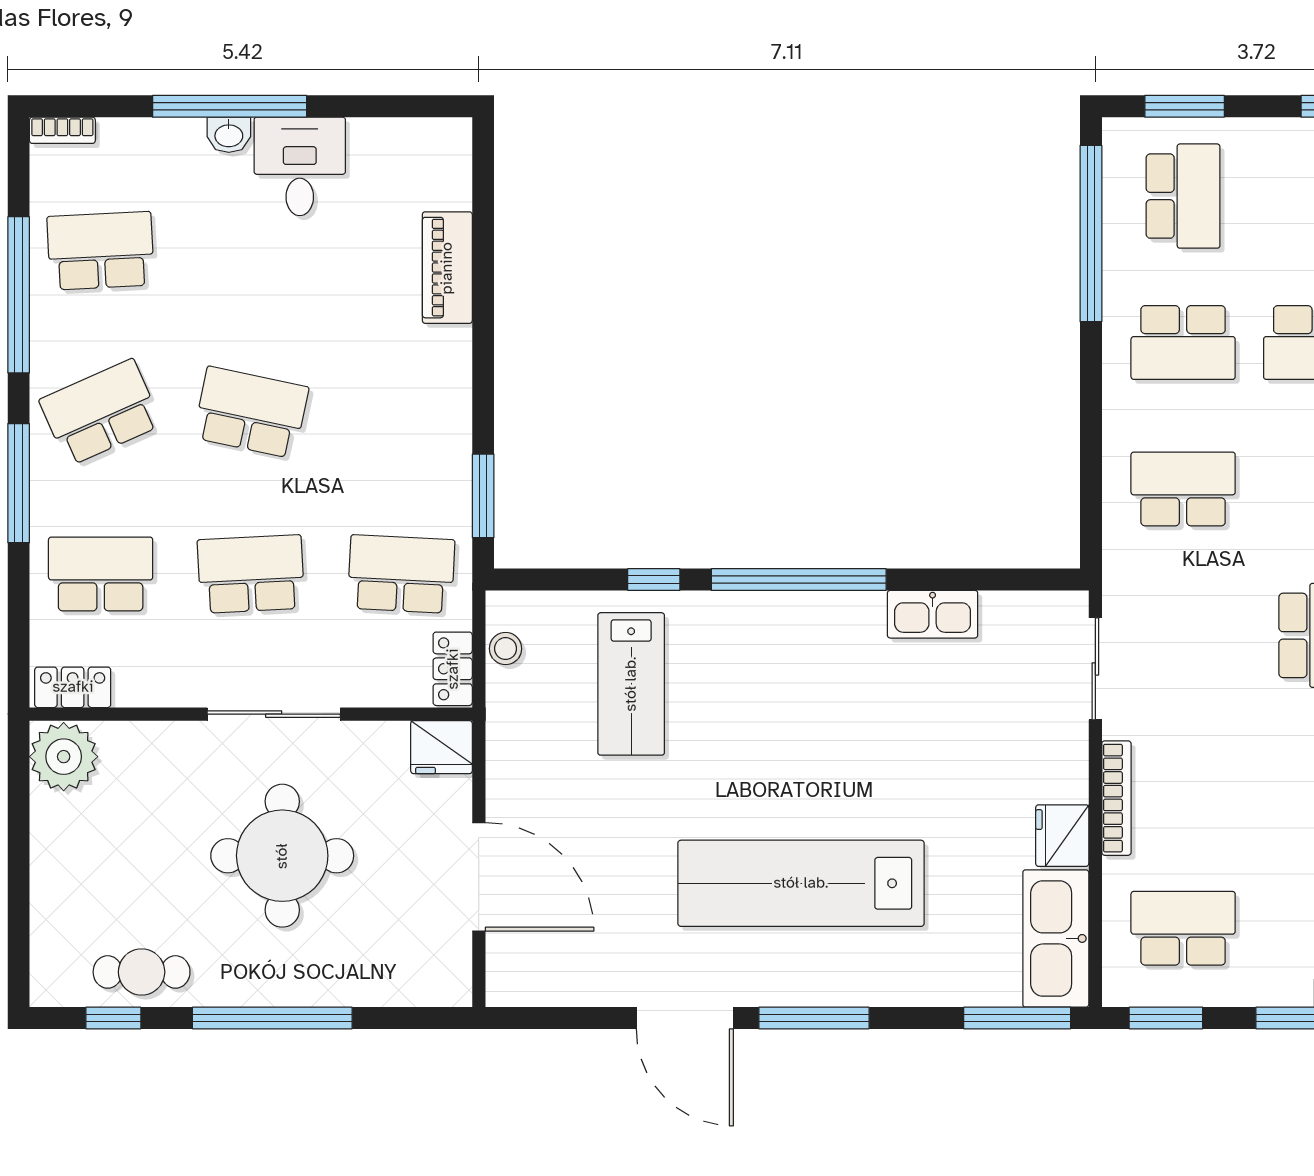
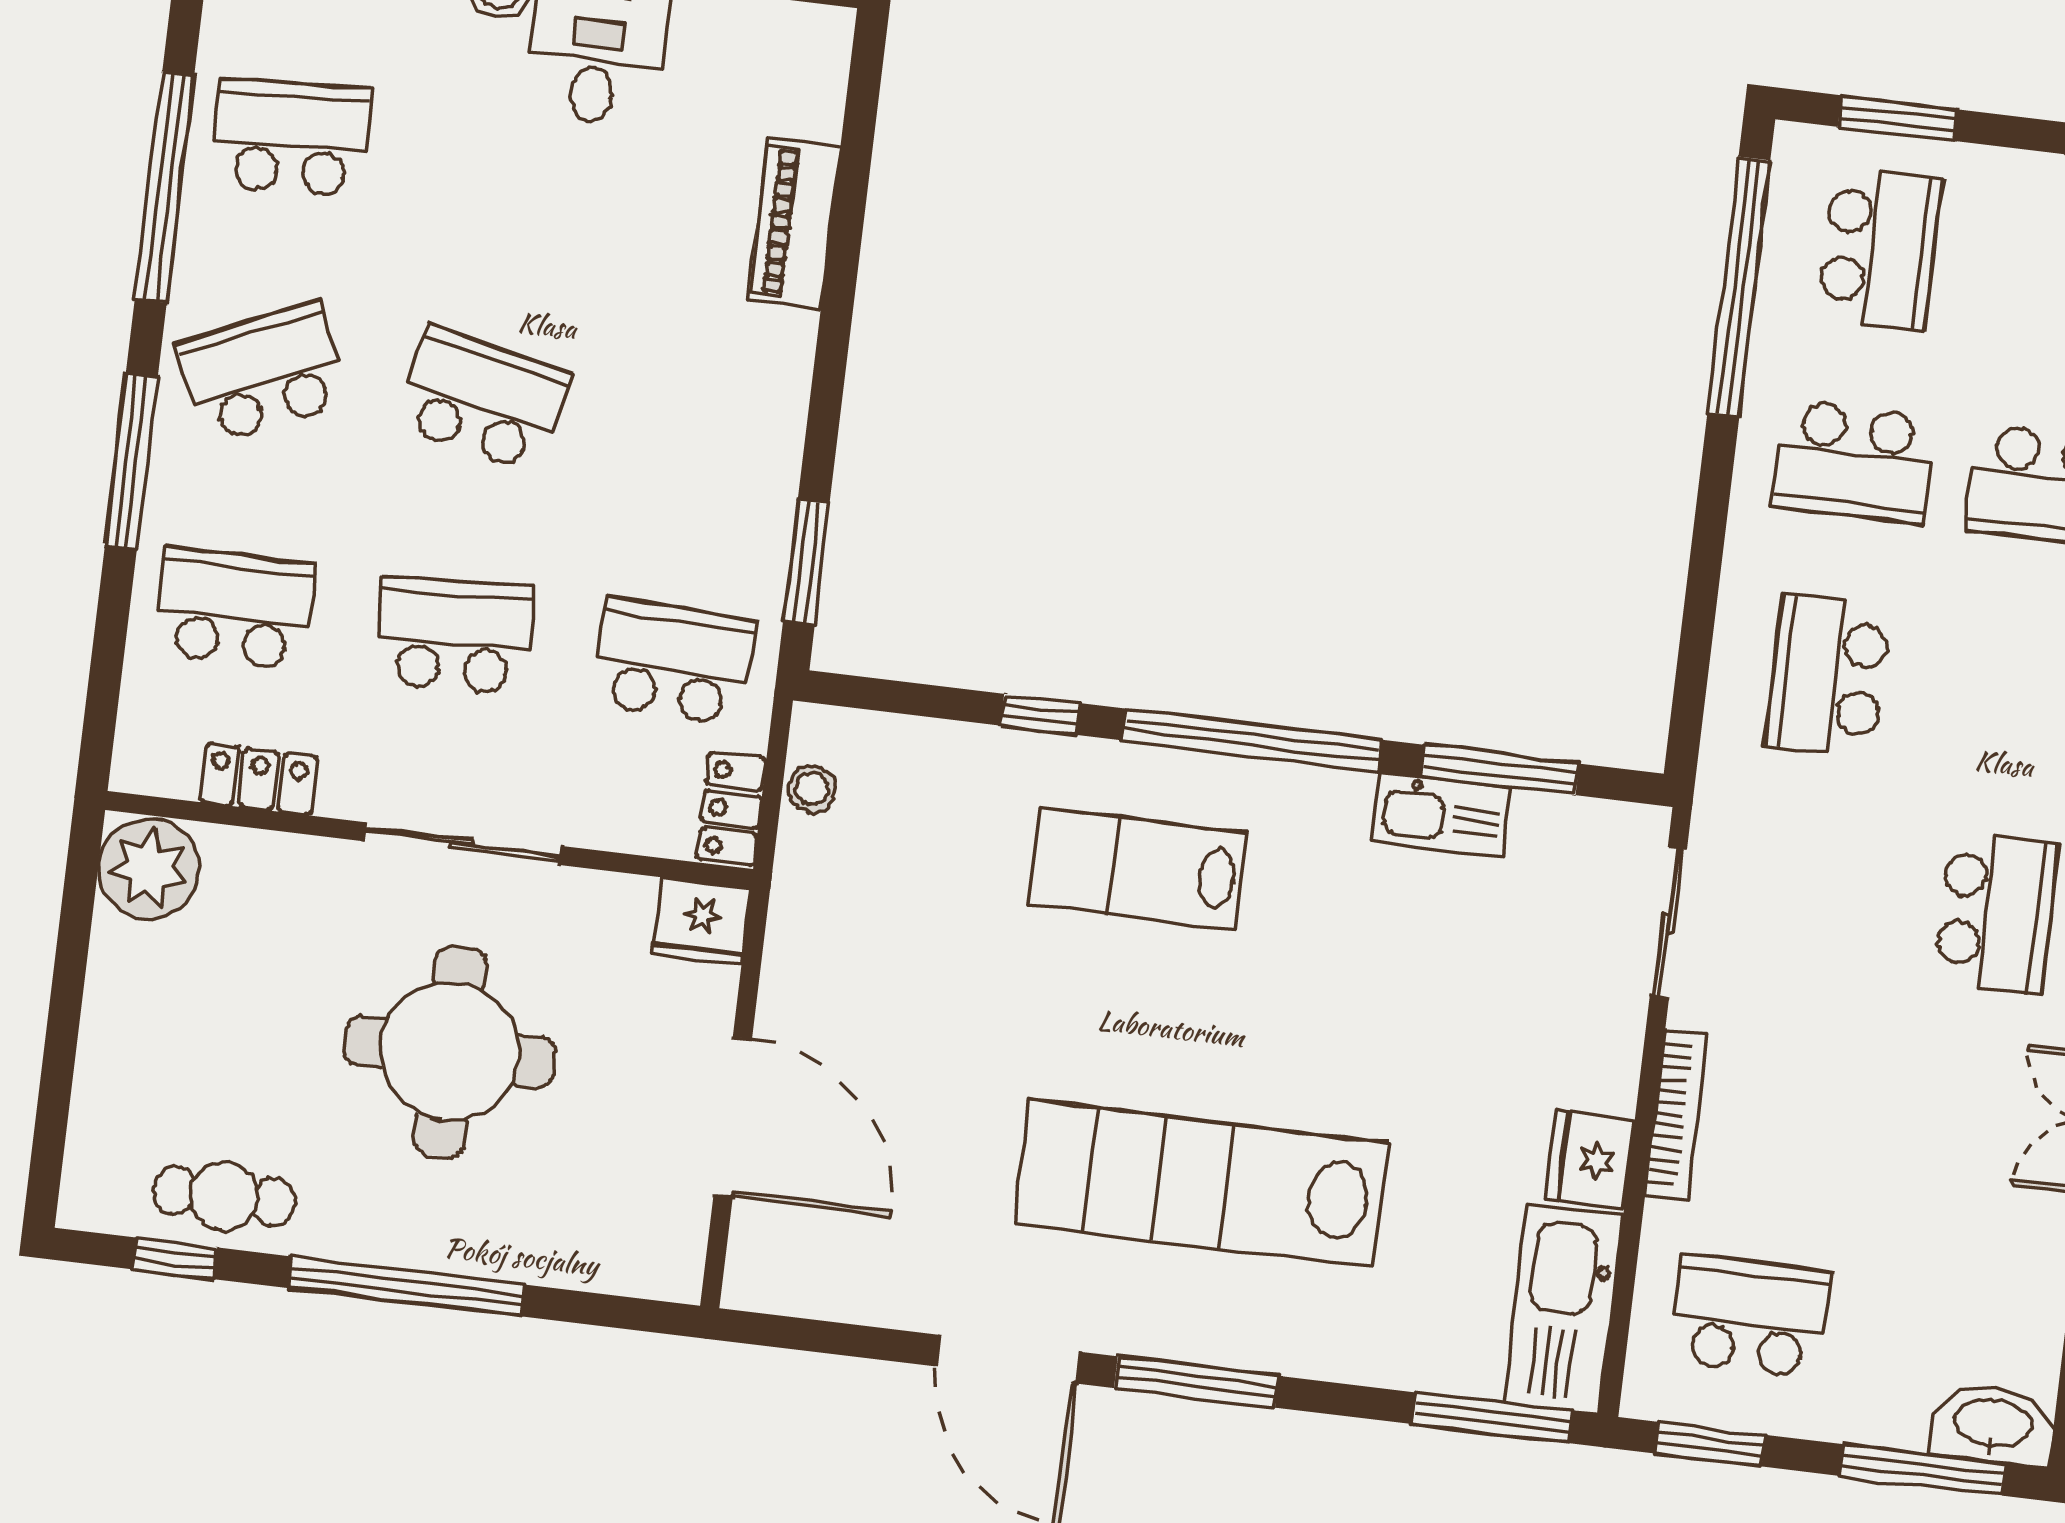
school desk: (1183, 489) -> (1828, 676), turned -90
window: (969, 580) -> (1500, 770), added
lab bench: (631, 684) -> (1137, 868), moved, turned 90
locker: (73, 687) -> (259, 779), moved

